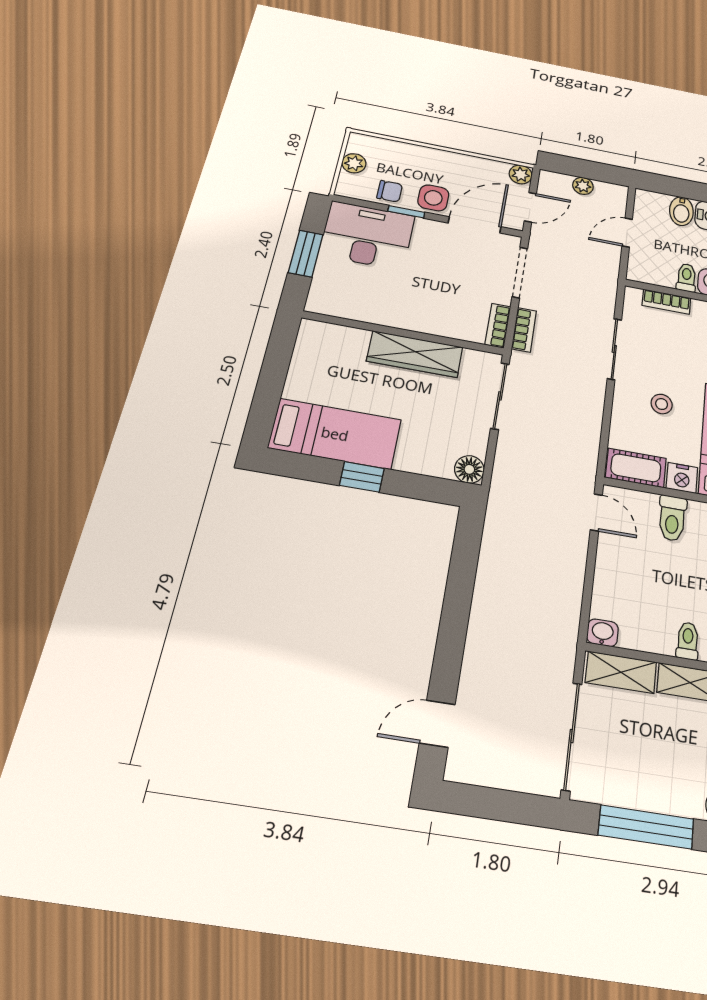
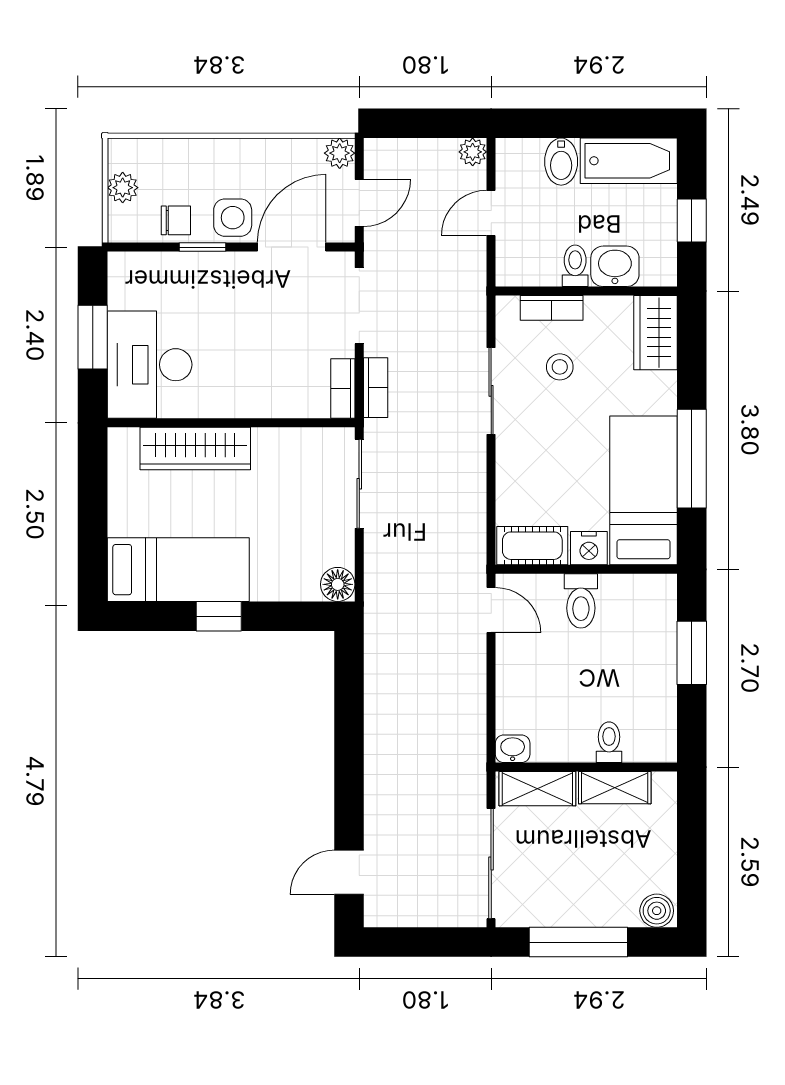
plant: (583, 186) -> (473, 152), moved
desk: (367, 235) -> (150, 365), moved, turned -90
wardrobe: (415, 354) -> (195, 449), moved
stool: (662, 404) -> (560, 367), moved

